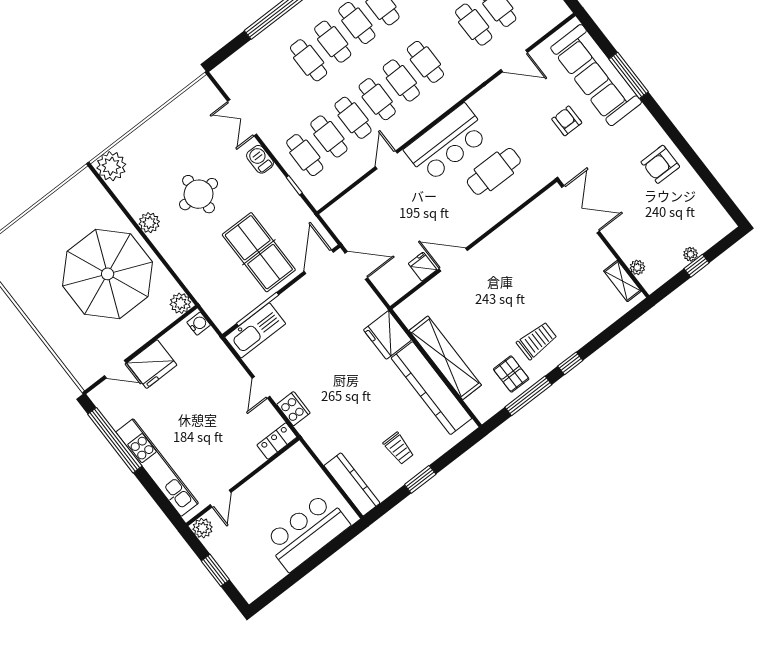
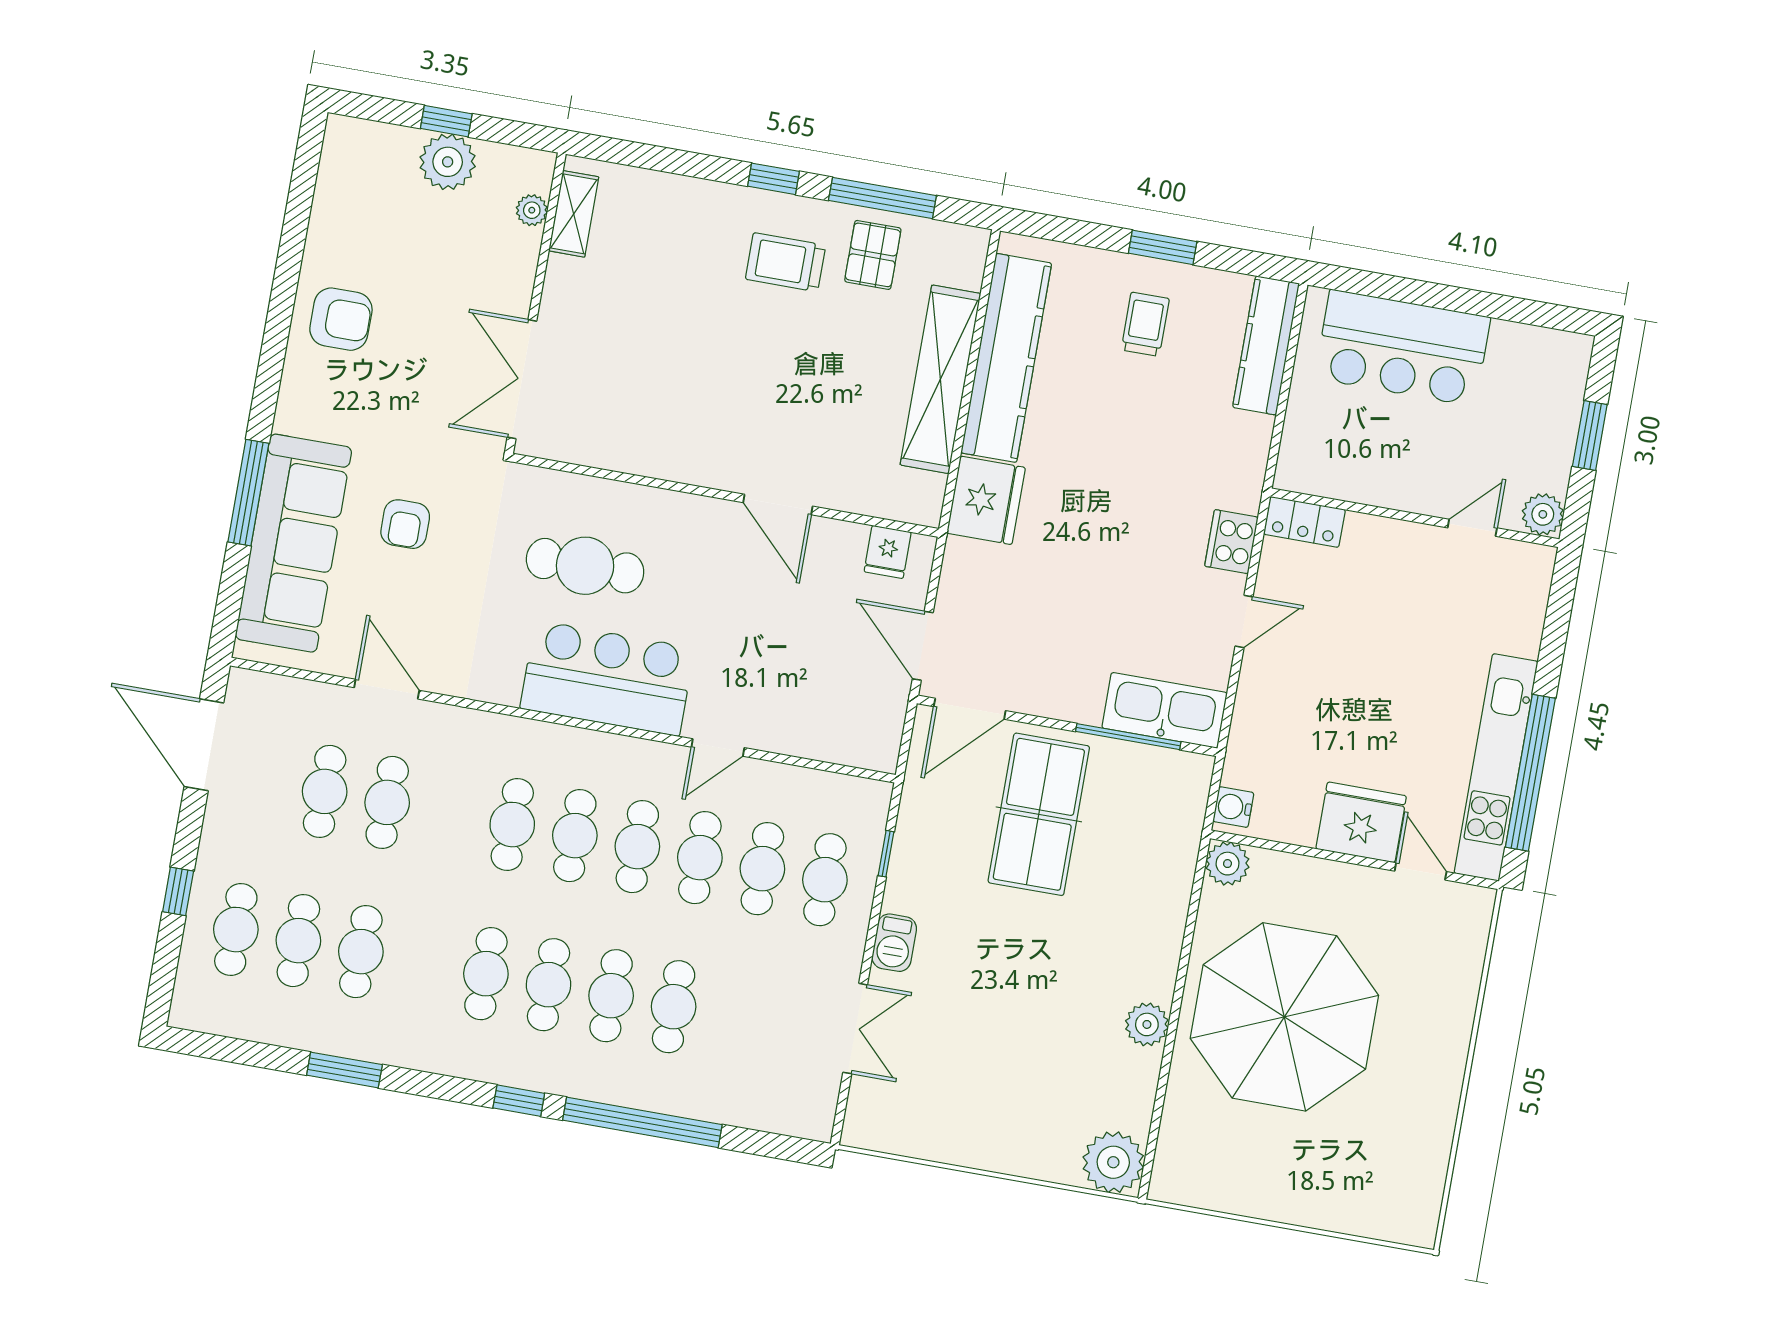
round table: (199, 194) -> (1034, 989), removed
plant: (691, 254) -> (448, 162), width x1.88, depth x1.88
fridge: (423, 267) -> (888, 552), moved
kitchen unit: (157, 468) -> (1496, 767), moved

